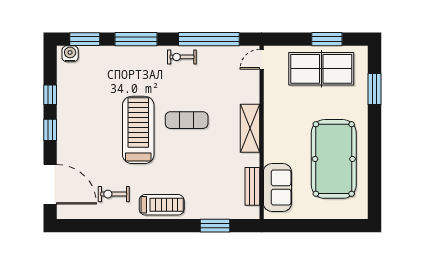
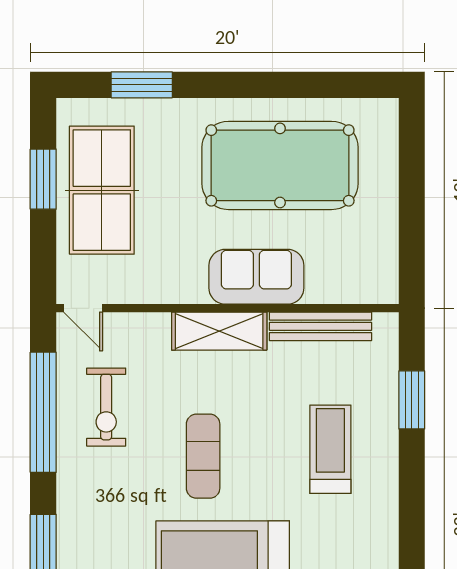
exercise bike: (182, 57) -> (106, 407), moved, width x1.38, depth x1.39
bench: (252, 186) -> (320, 326), width x1.36
sofa: (277, 187) -> (256, 277), moved
treadmill: (162, 205) -> (330, 449), moved

